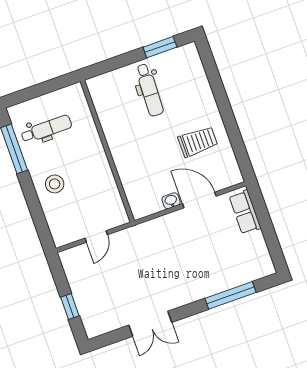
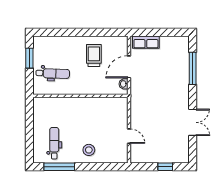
wall: (107, 151) -> (80, 96), moved

